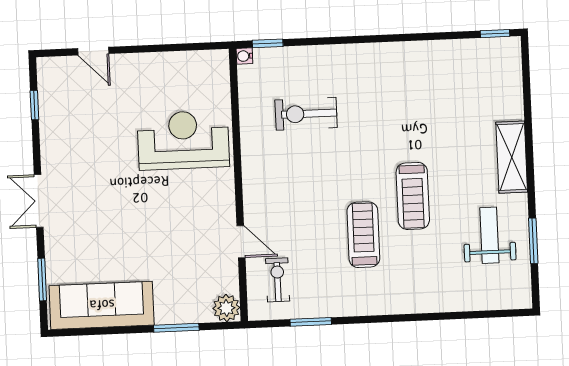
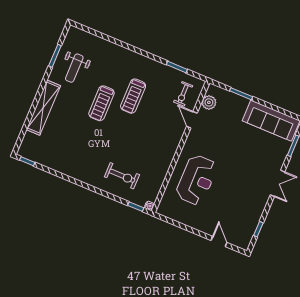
exercise bike: (306, 114) -> (122, 176), moved
reception desk: (183, 140) -> (197, 180), turned -90
shelving: (512, 157) -> (43, 108), width x1.47
treadmill: (413, 196) -> (101, 103), turned 180
plant: (226, 308) -> (209, 102), moved

